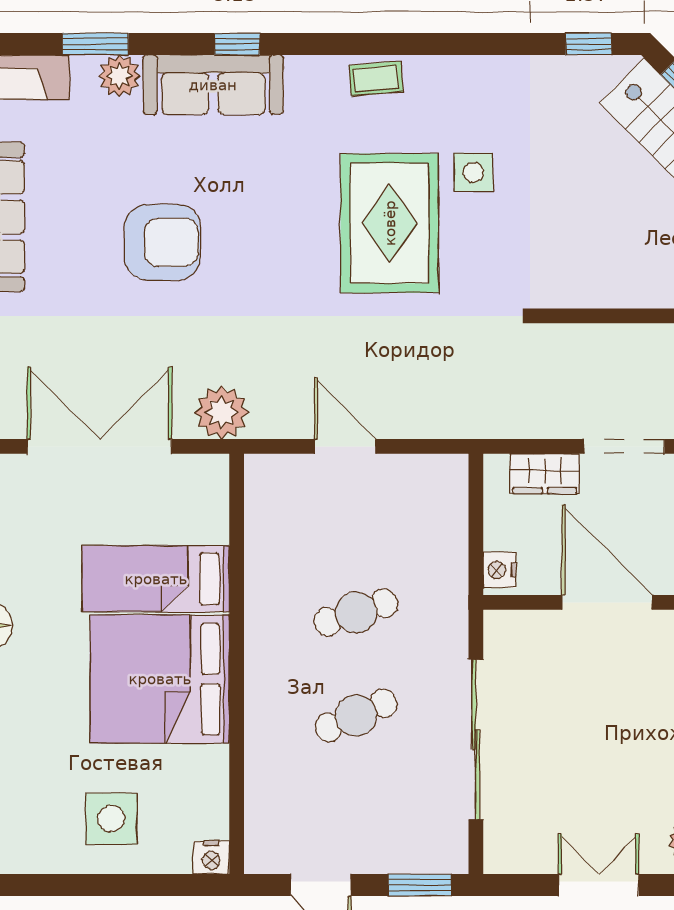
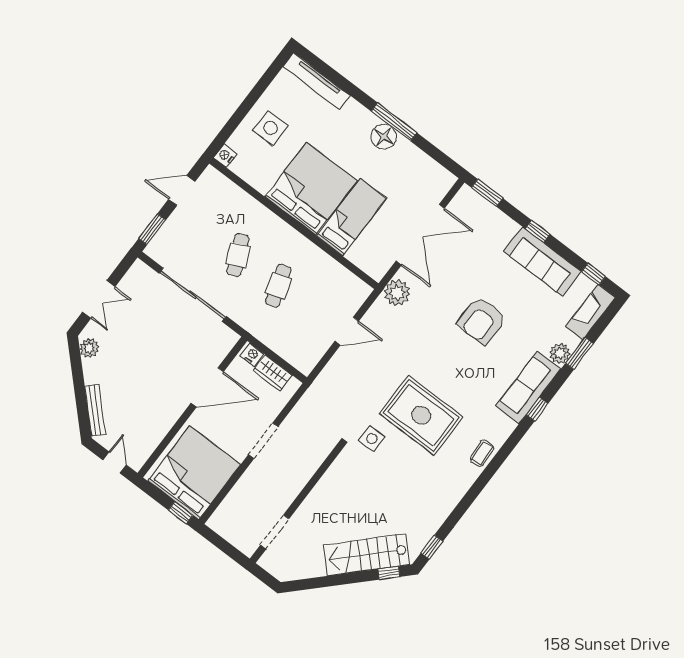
side table: (473, 172) -> (372, 439), moved
wardrobe: (545, 474) -> (273, 373), moved, turned -90

